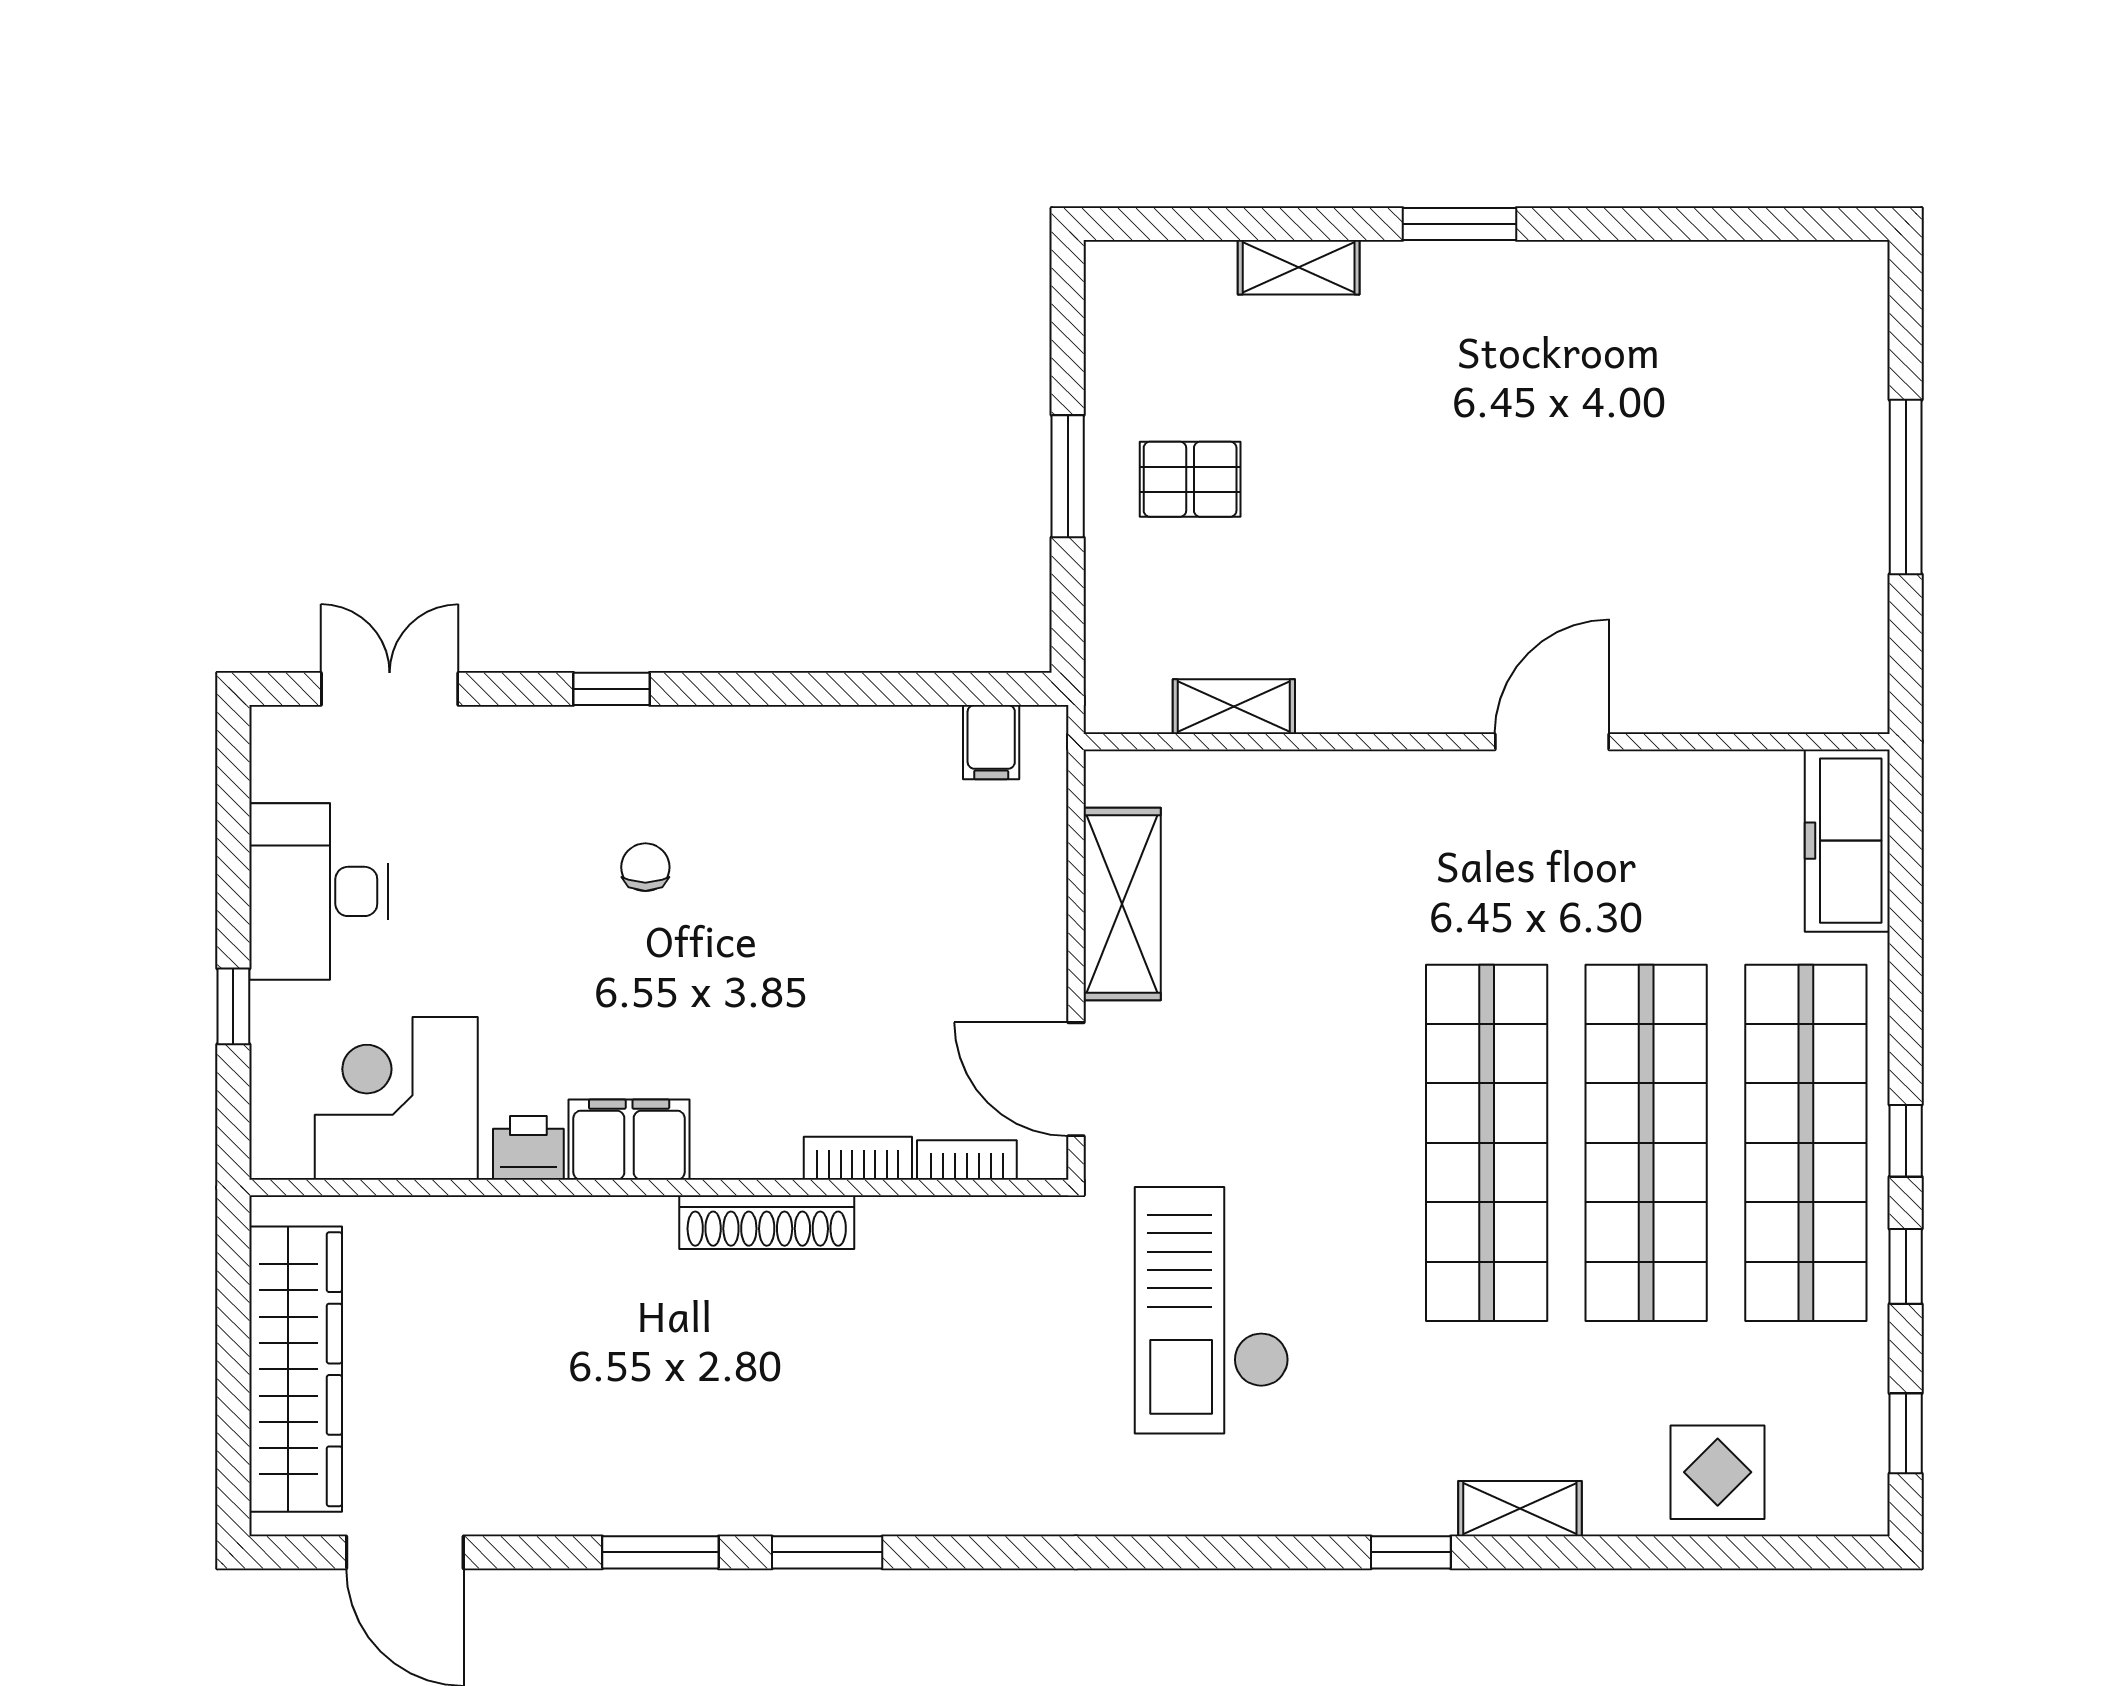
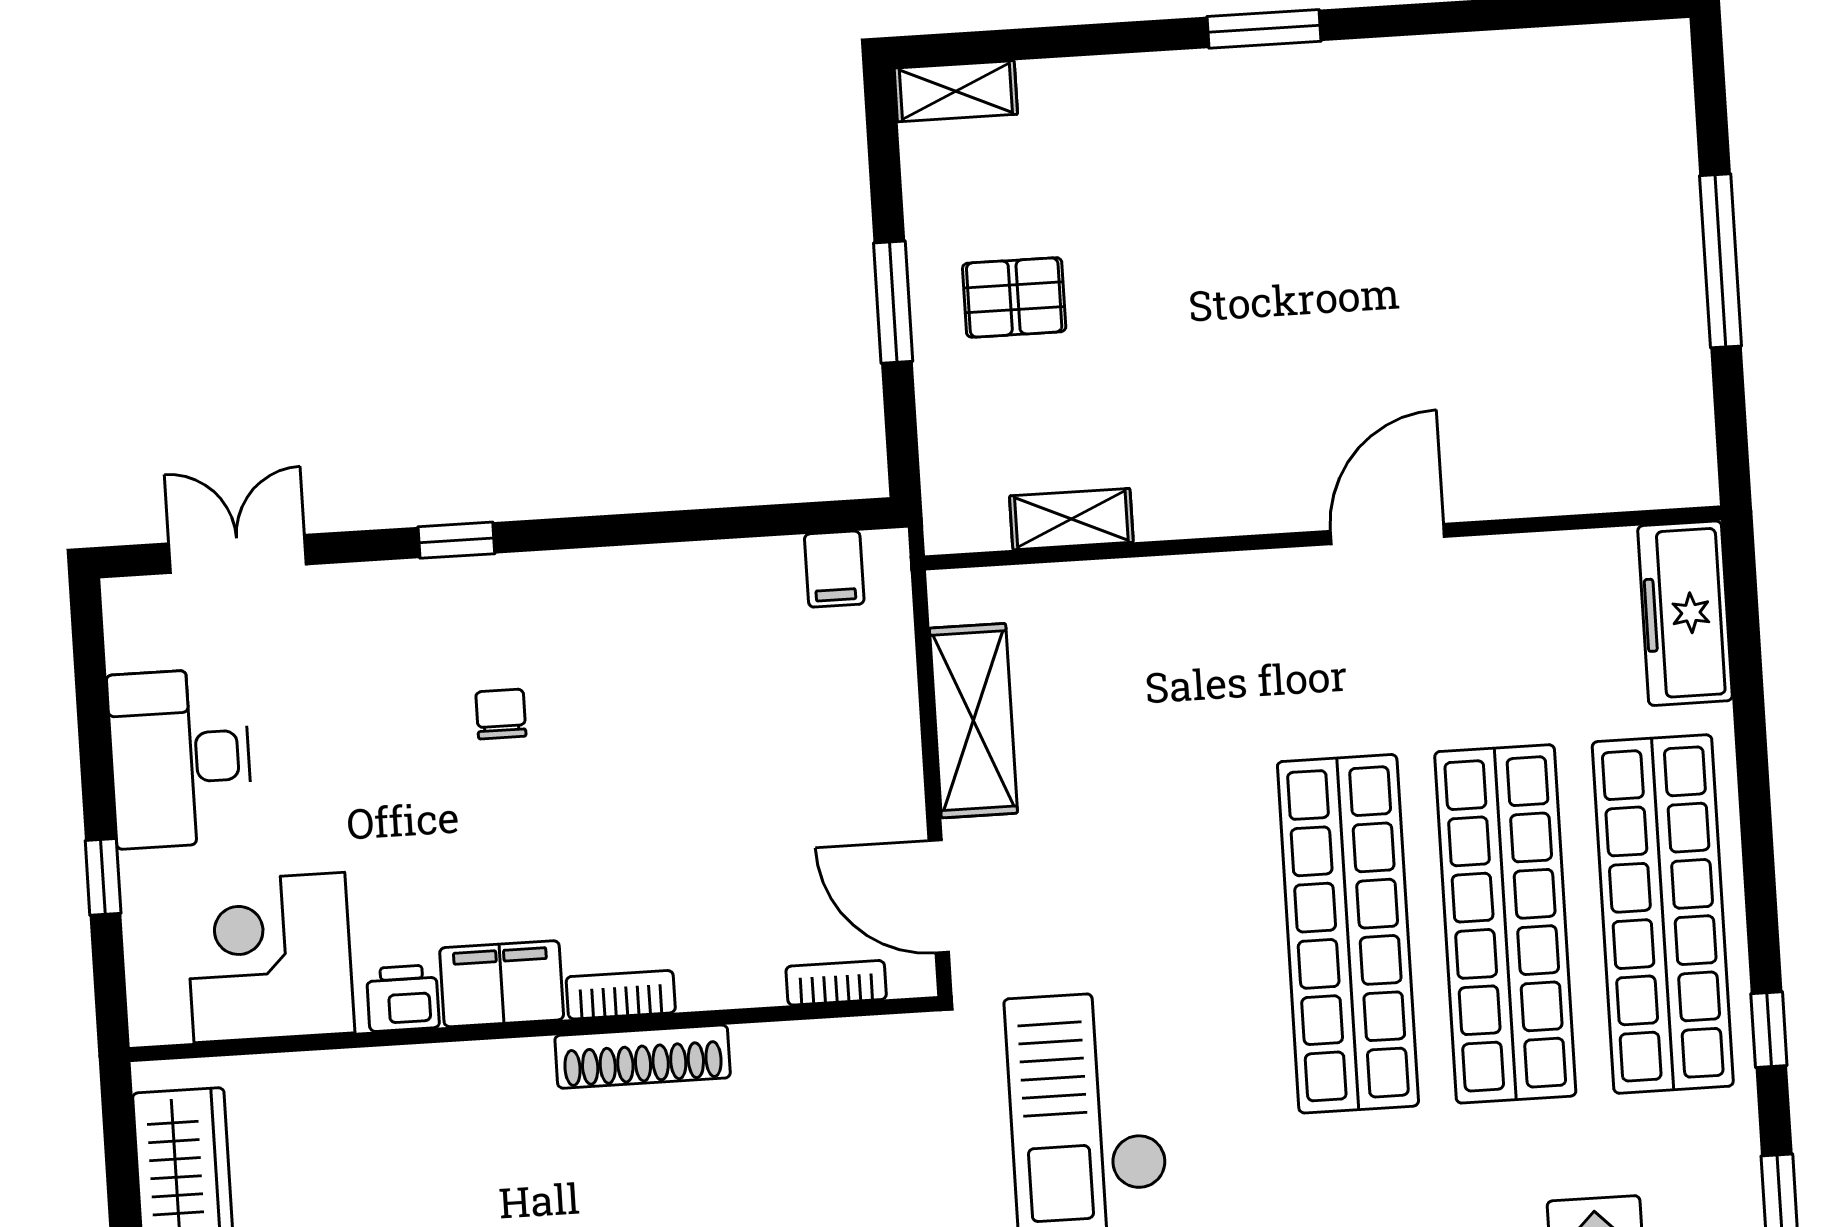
shelving: (1299, 267) -> (956, 91), moved
window: (1906, 1141) -> (1761, 906), removed
bookcase: (858, 1158) -> (621, 995), moved

